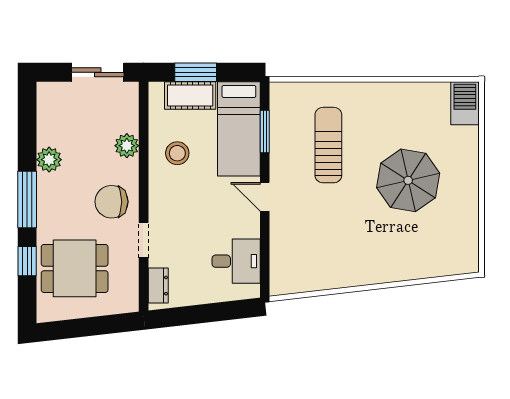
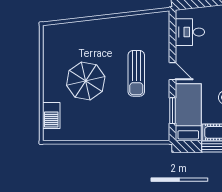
barbecue: (465, 103) -> (51, 116), moved
sun lounger: (328, 145) -> (136, 73), moved

